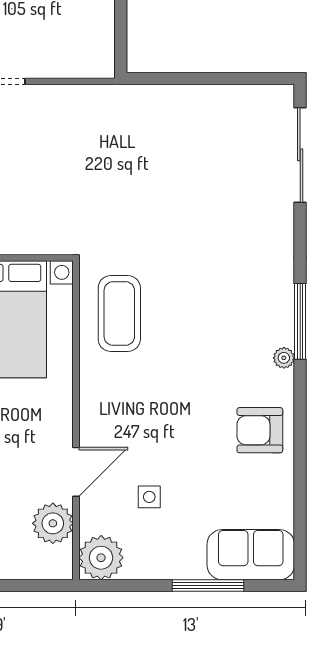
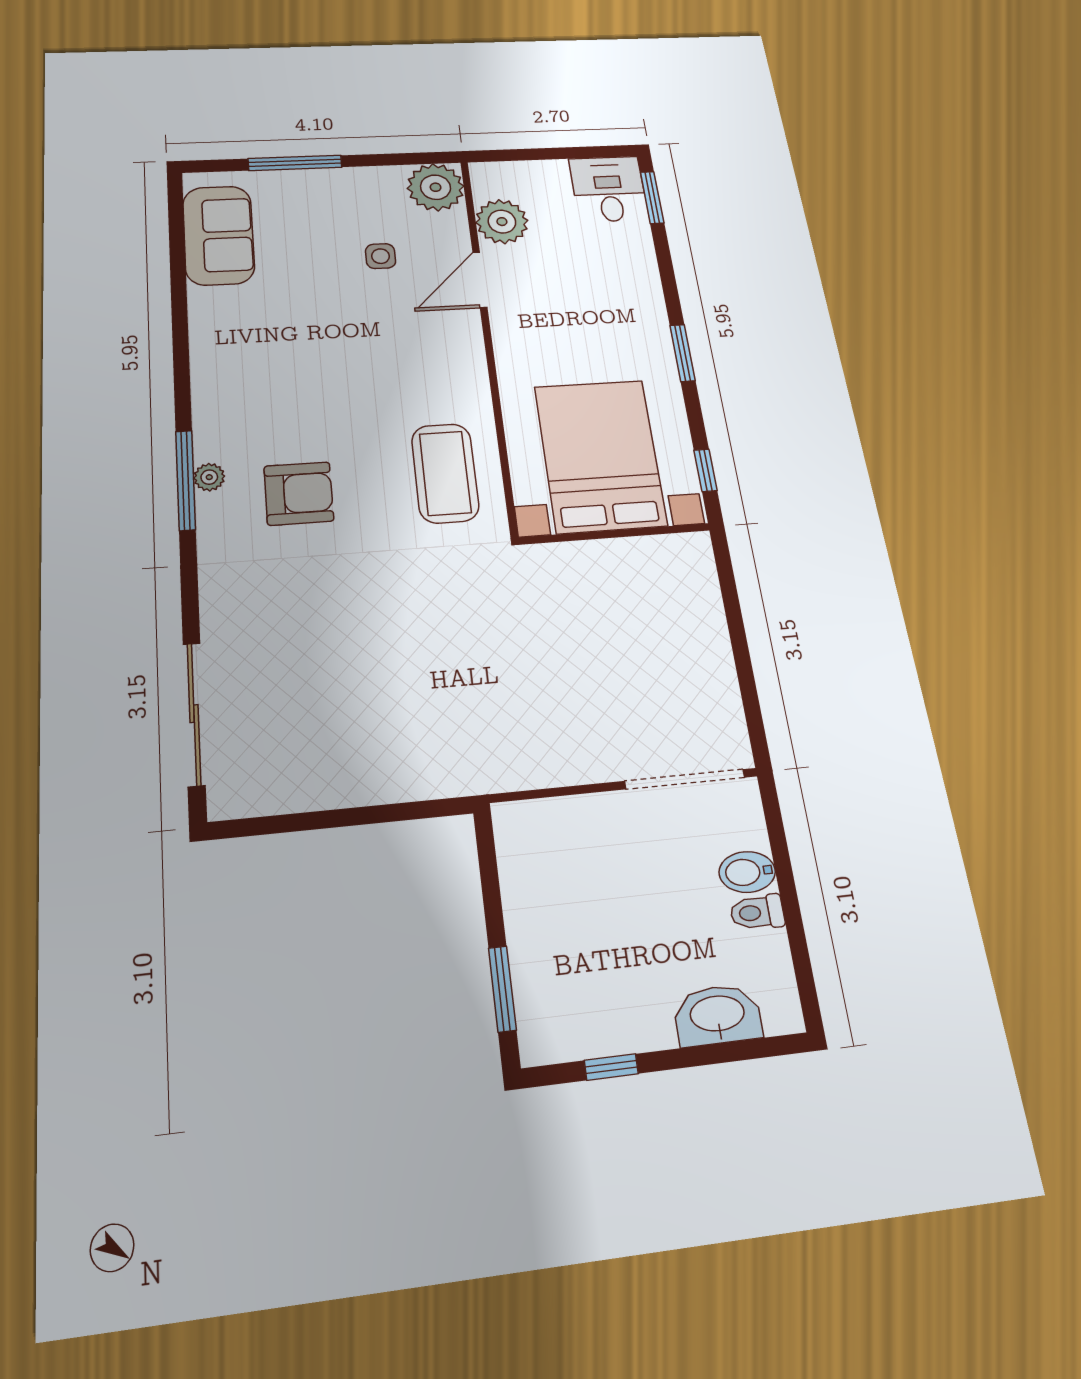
plant: (284, 358) -> (209, 477), moved
armchair: (260, 430) -> (299, 493), moved
sofa: (251, 555) -> (219, 235), moved, turned -90

